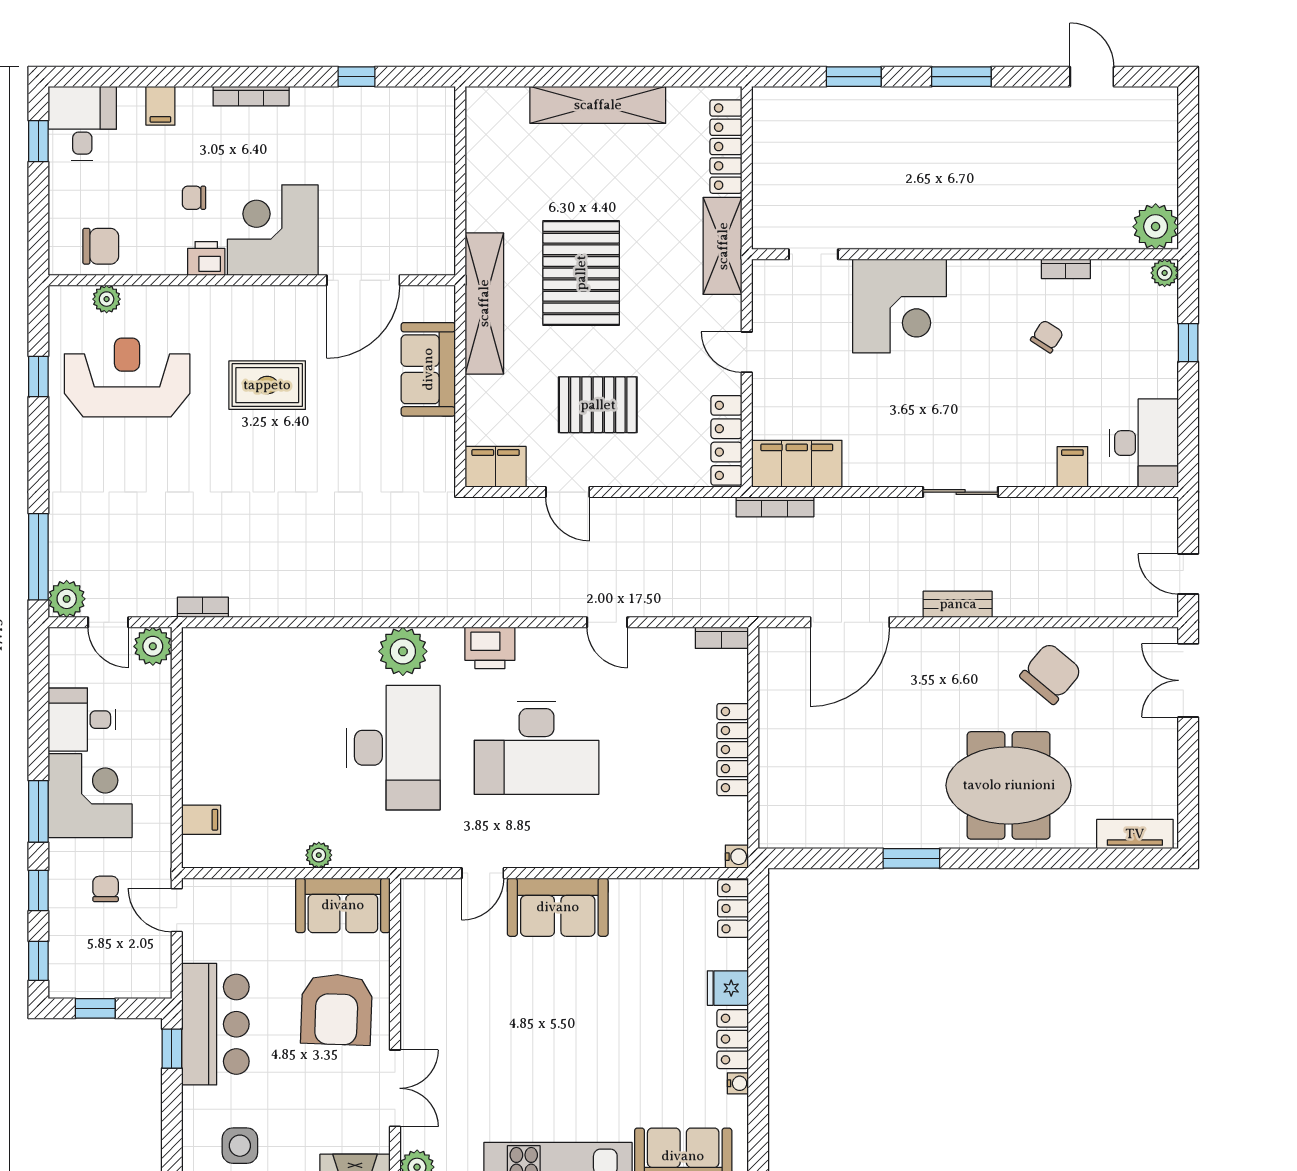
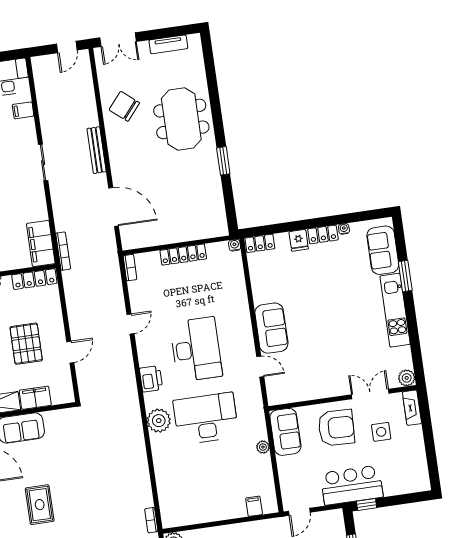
filing cabinet: (496, 467) -> (35, 398), moved, turned 90
bench: (958, 604) -> (97, 150), width x1.36
tv unit: (1135, 834) -> (168, 44), moved, turned -90
side table: (240, 1146) -> (381, 432), moved

